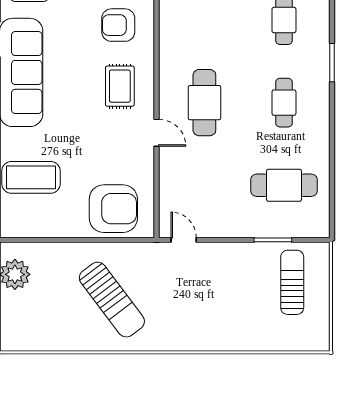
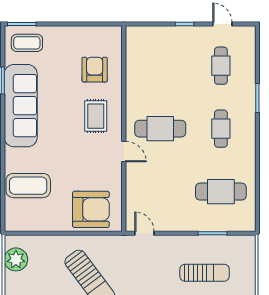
armchair: (118, 25) -> (95, 70), turned 90
cafe table: (204, 103) -> (160, 129), turned 90
sun lounger: (292, 282) -> (205, 273), moved, turned 90

